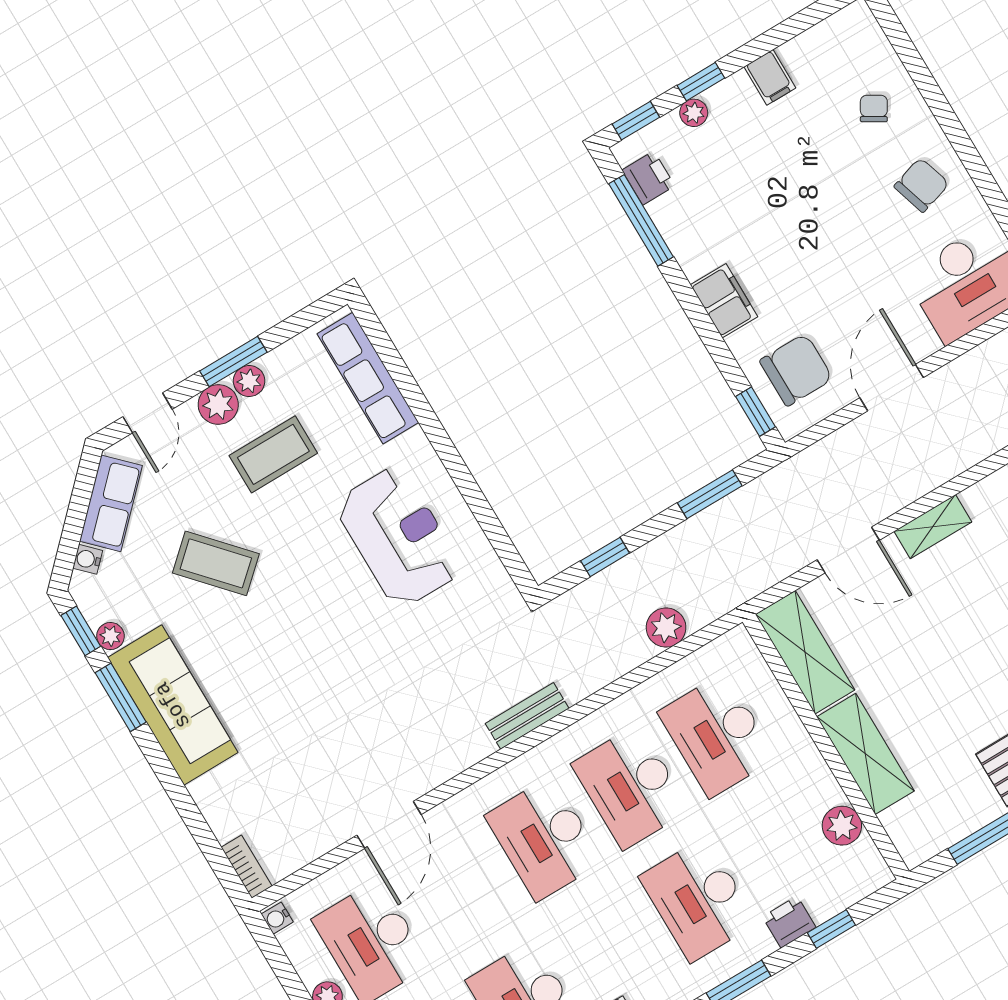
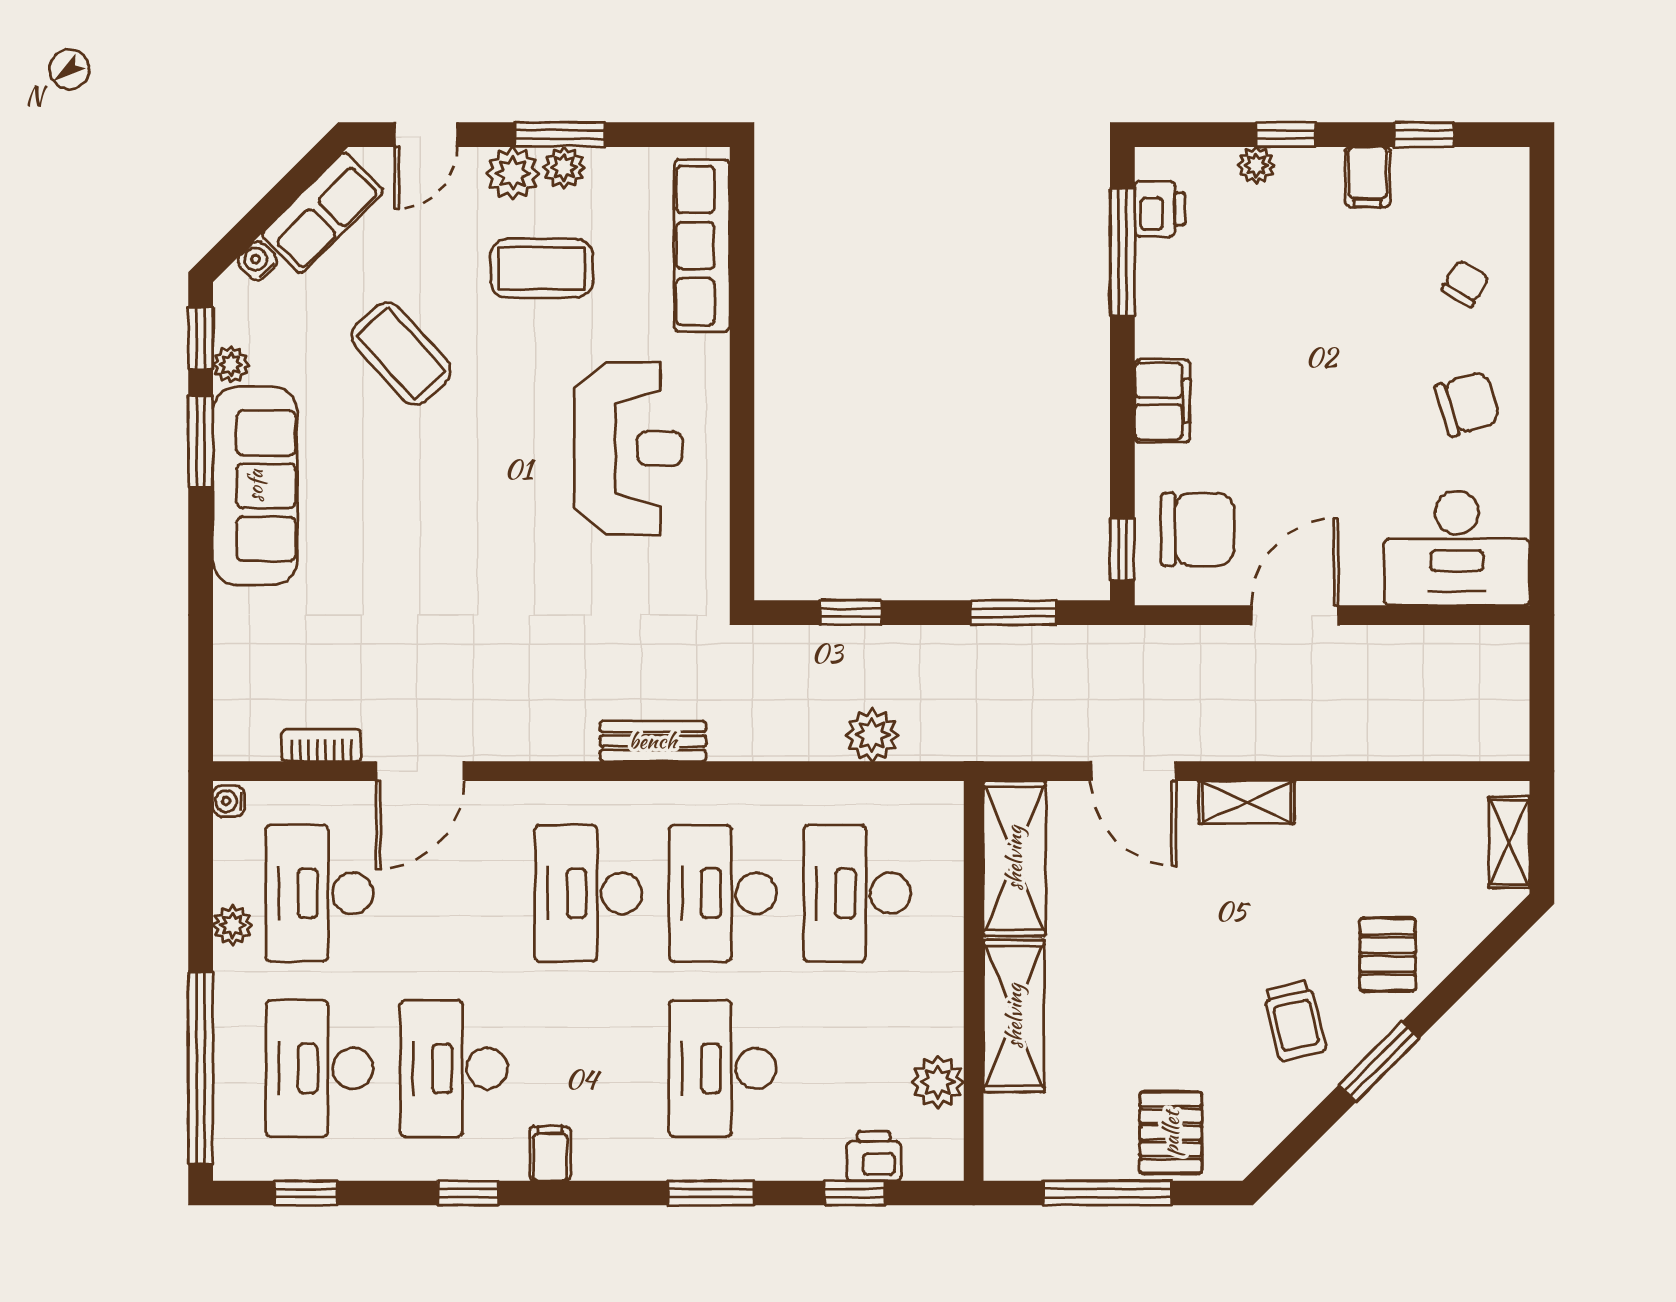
window: (636, 121) -> (1424, 135), moved
bookcase: (247, 867) -> (321, 745), moved, turned -90
printer: (789, 922) -> (874, 1156), moved

